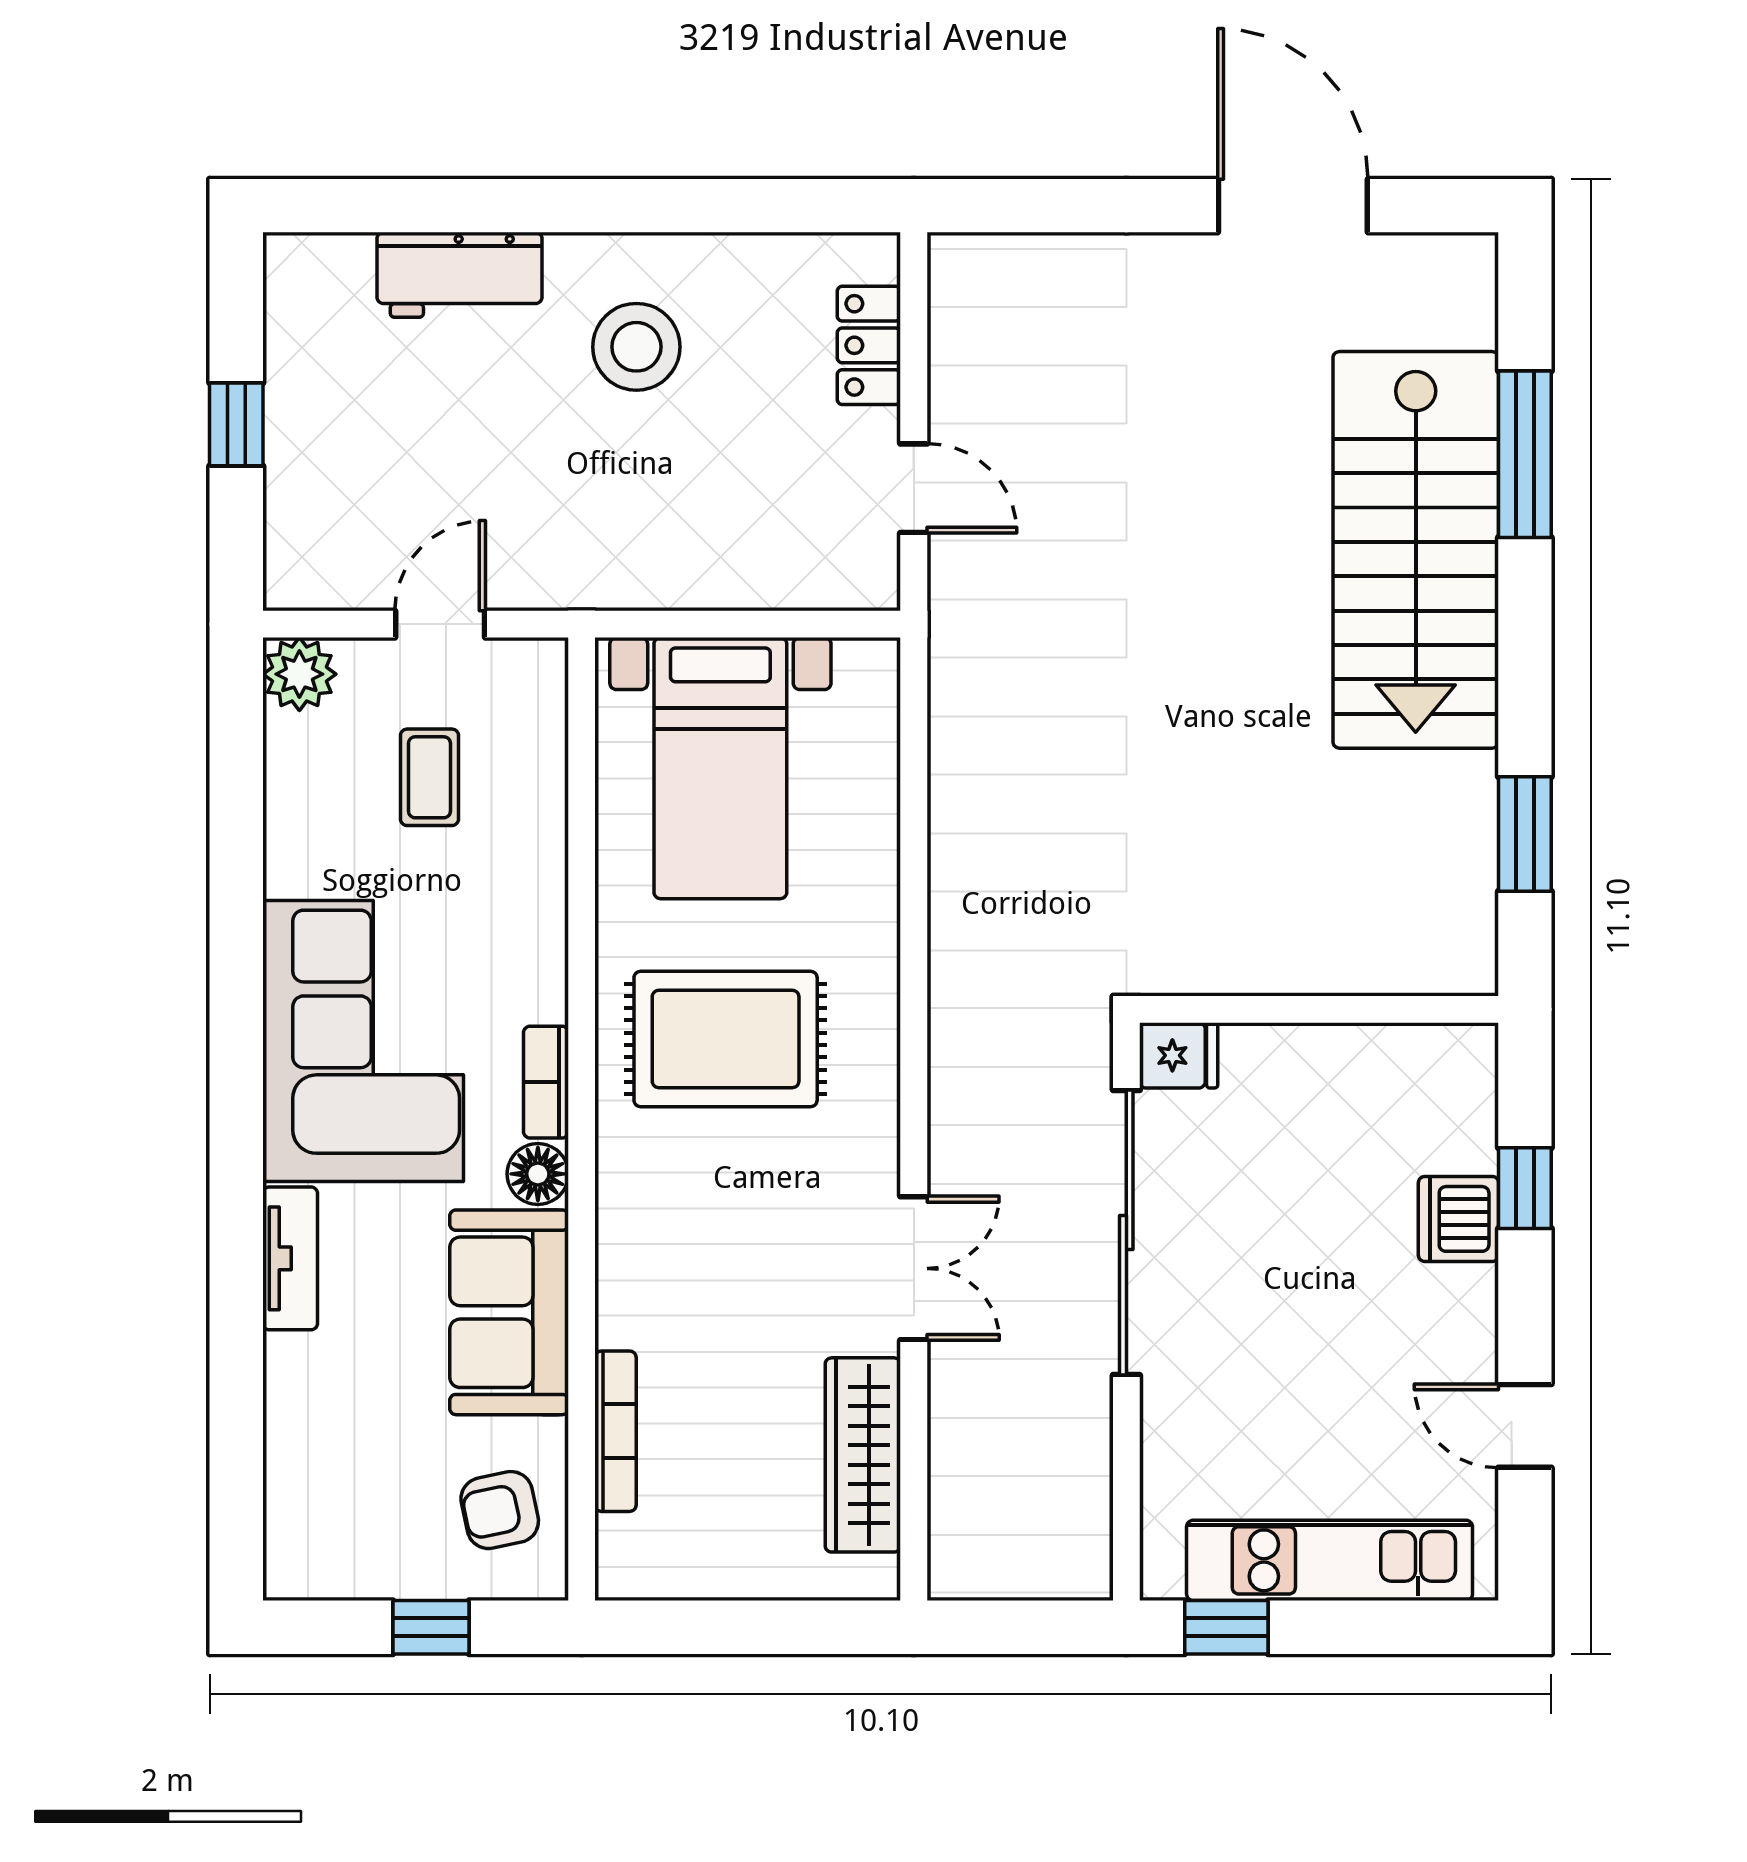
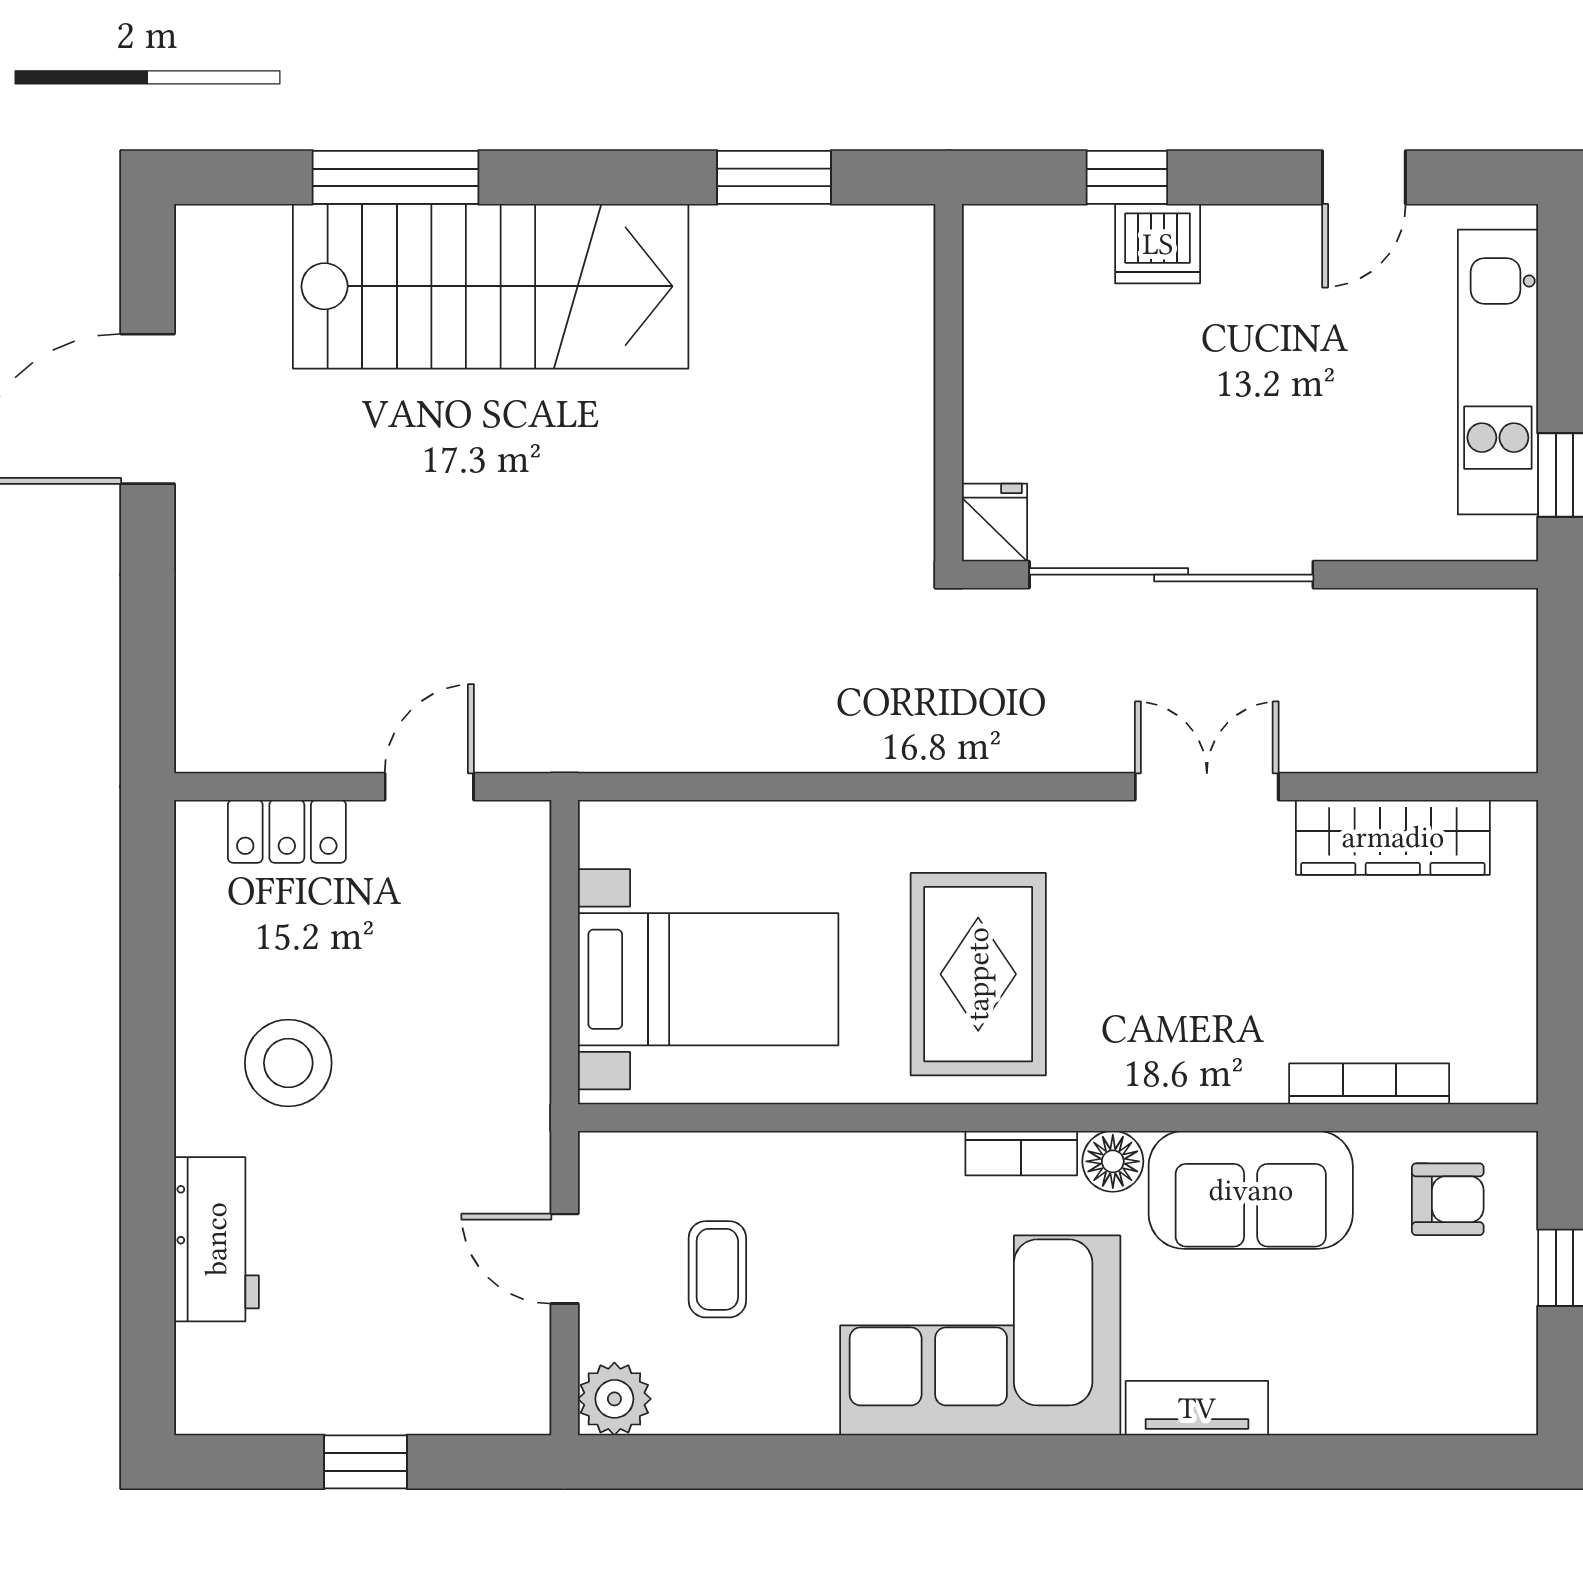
coffee table: (429, 777) -> (717, 1269), turned 90
armchair: (500, 1510) -> (1448, 1199), turned -78

